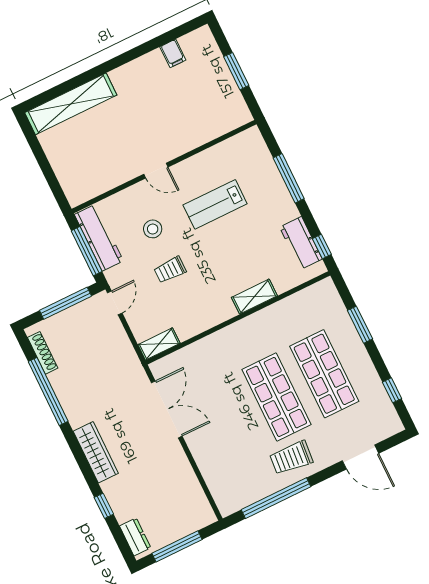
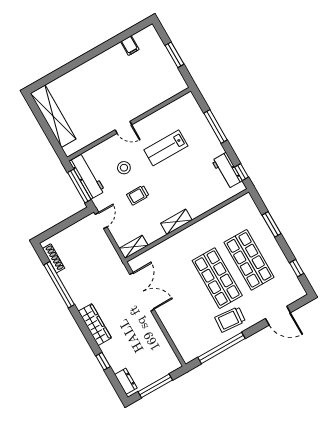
shelving: (71, 104) -> (53, 116), moved, turned 90
shelving: (254, 297) -> (176, 222), moved
window: (65, 303) -> (67, 223), removed

